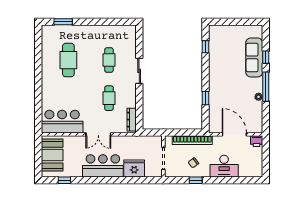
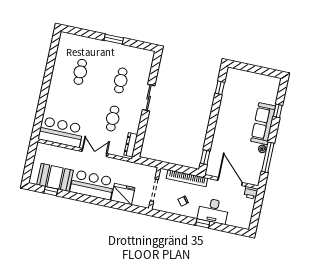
window: (63, 22) -> (114, 39), moved
sofa: (254, 57) -> (263, 124), moved
cafe table: (68, 60) -> (80, 72), width x0.73, depth x0.74
window: (266, 87) -> (268, 157), moved
window: (205, 98) -> (205, 157), moved
double door: (98, 134) -> (94, 153), swing flipped
booth: (52, 155) -> (55, 177), moved, turned 90
window: (196, 180) -> (203, 223), moved

